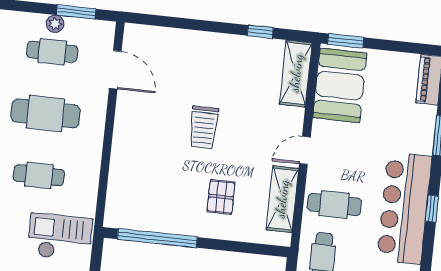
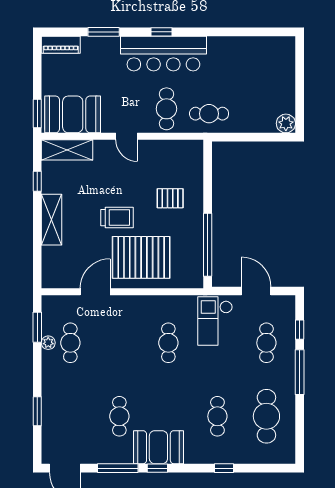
door: (115, 70) -> (95, 292), moved
cafe table: (45, 114) -> (119, 343), removed
pallet: (150, 153) -> (141, 257), added
shelving: (282, 199) -> (52, 220), moved, turned 90

